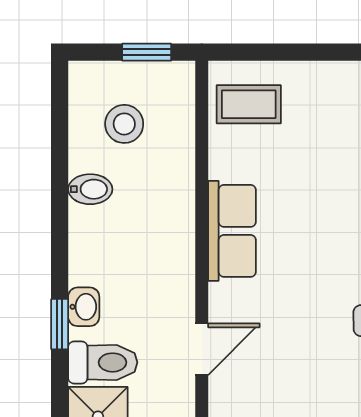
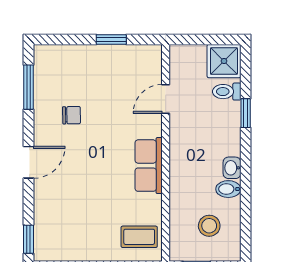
washbasin: (84, 307) -> (232, 168), moved
toilet: (103, 362) -> (227, 92), width x0.73, depth x0.72

